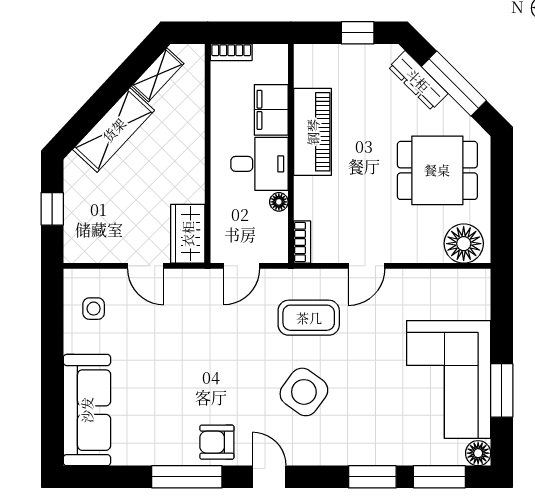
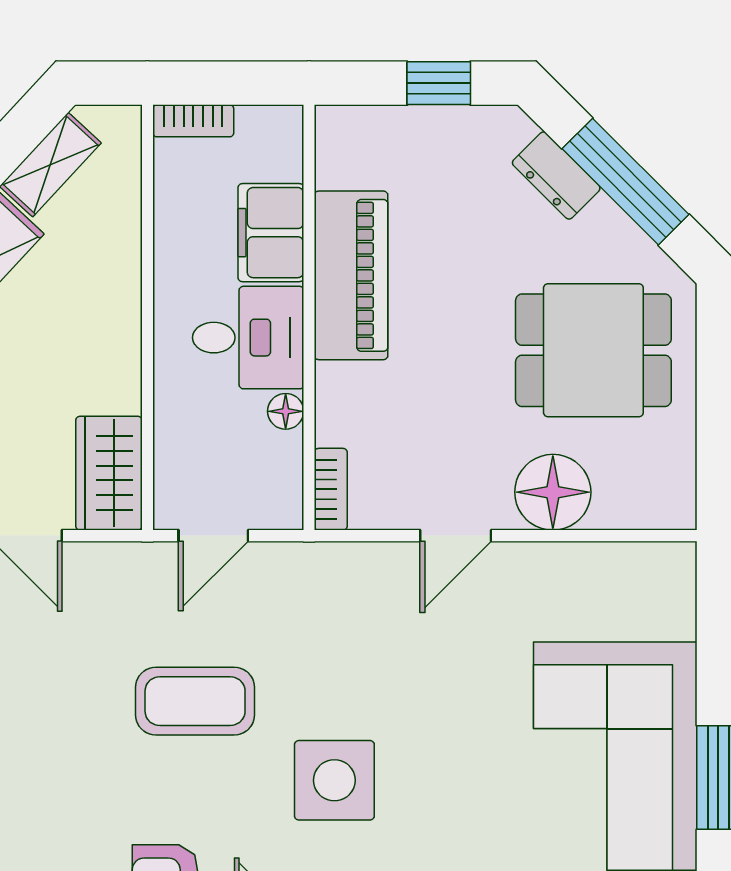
dresser: (418, 80) -> (556, 176), width x0.70
floor lamp: (464, 244) -> (553, 492), moved
coffee table: (309, 318) -> (195, 701), moved
side table: (304, 392) -> (334, 780), turned -36

